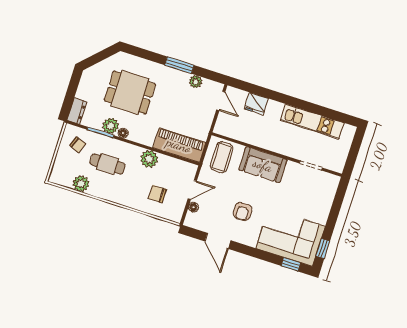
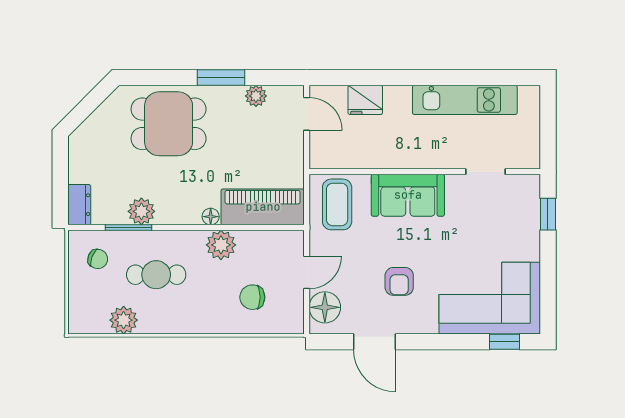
dining table: (130, 92) -> (169, 124), moved
floor lamp: (123, 133) -> (211, 217), moved
floor lamp: (193, 207) -> (325, 307), width x1.89, depth x1.89
window: (323, 249) -> (548, 214), moved

